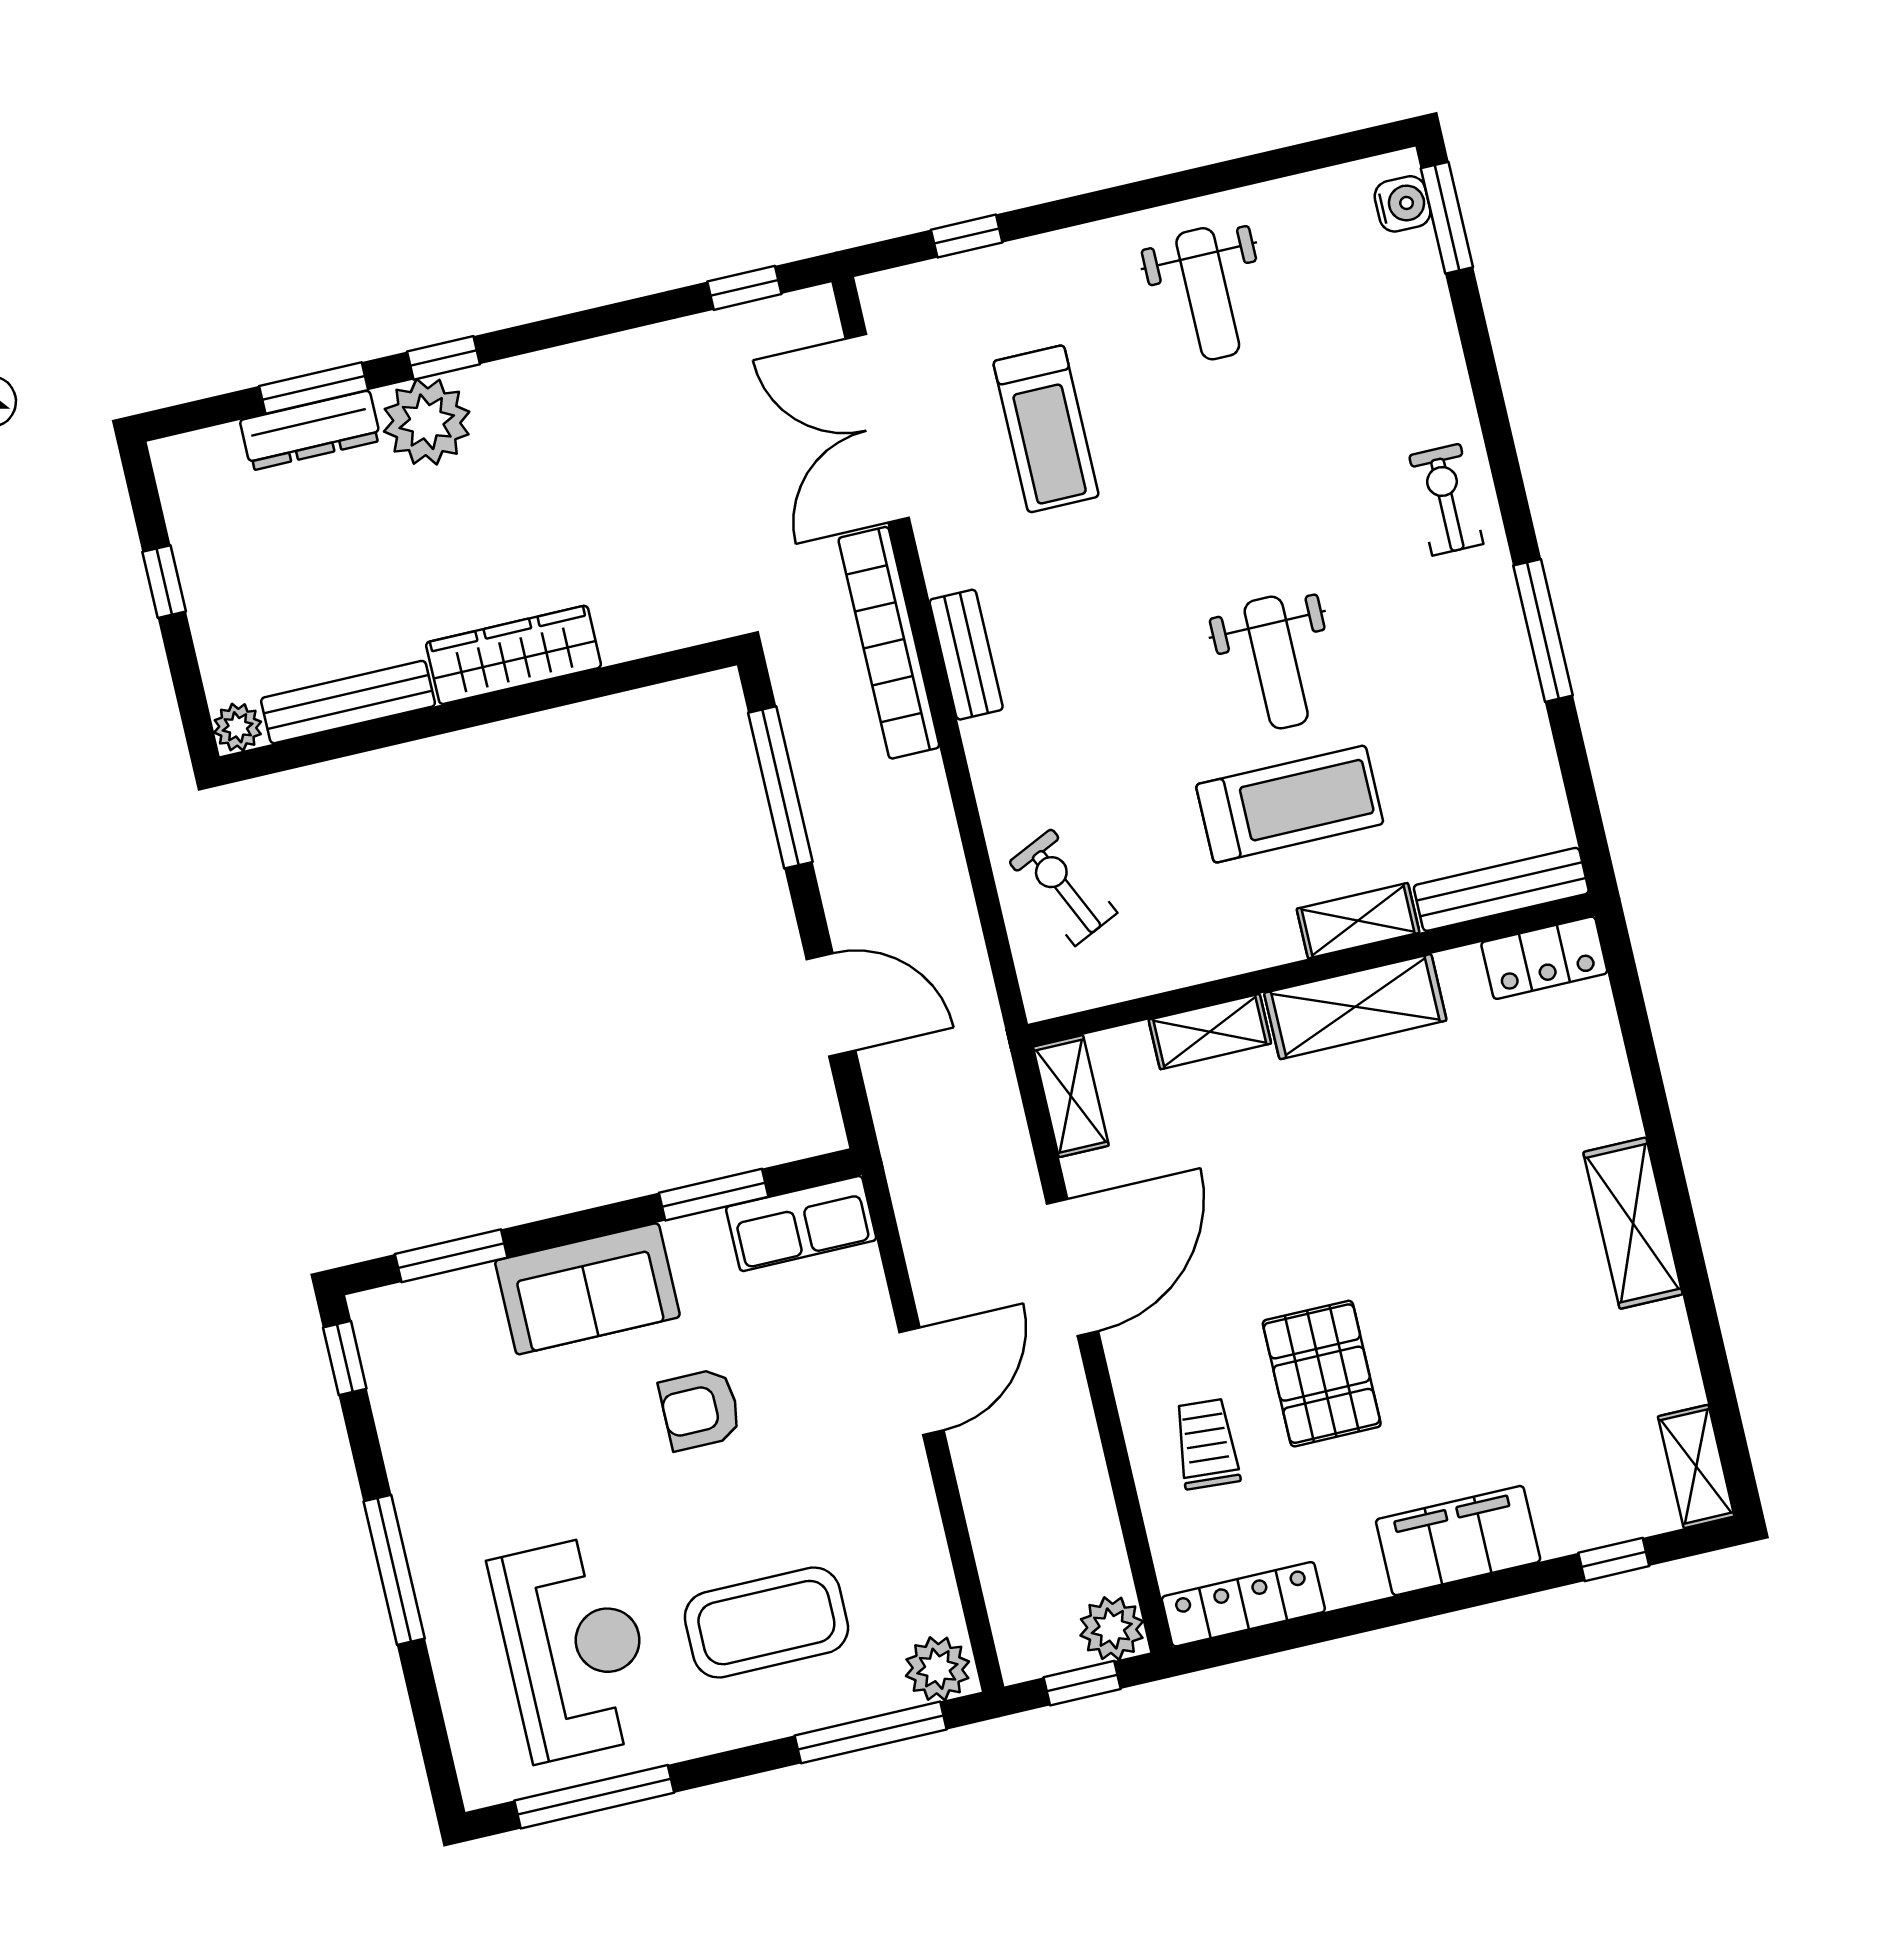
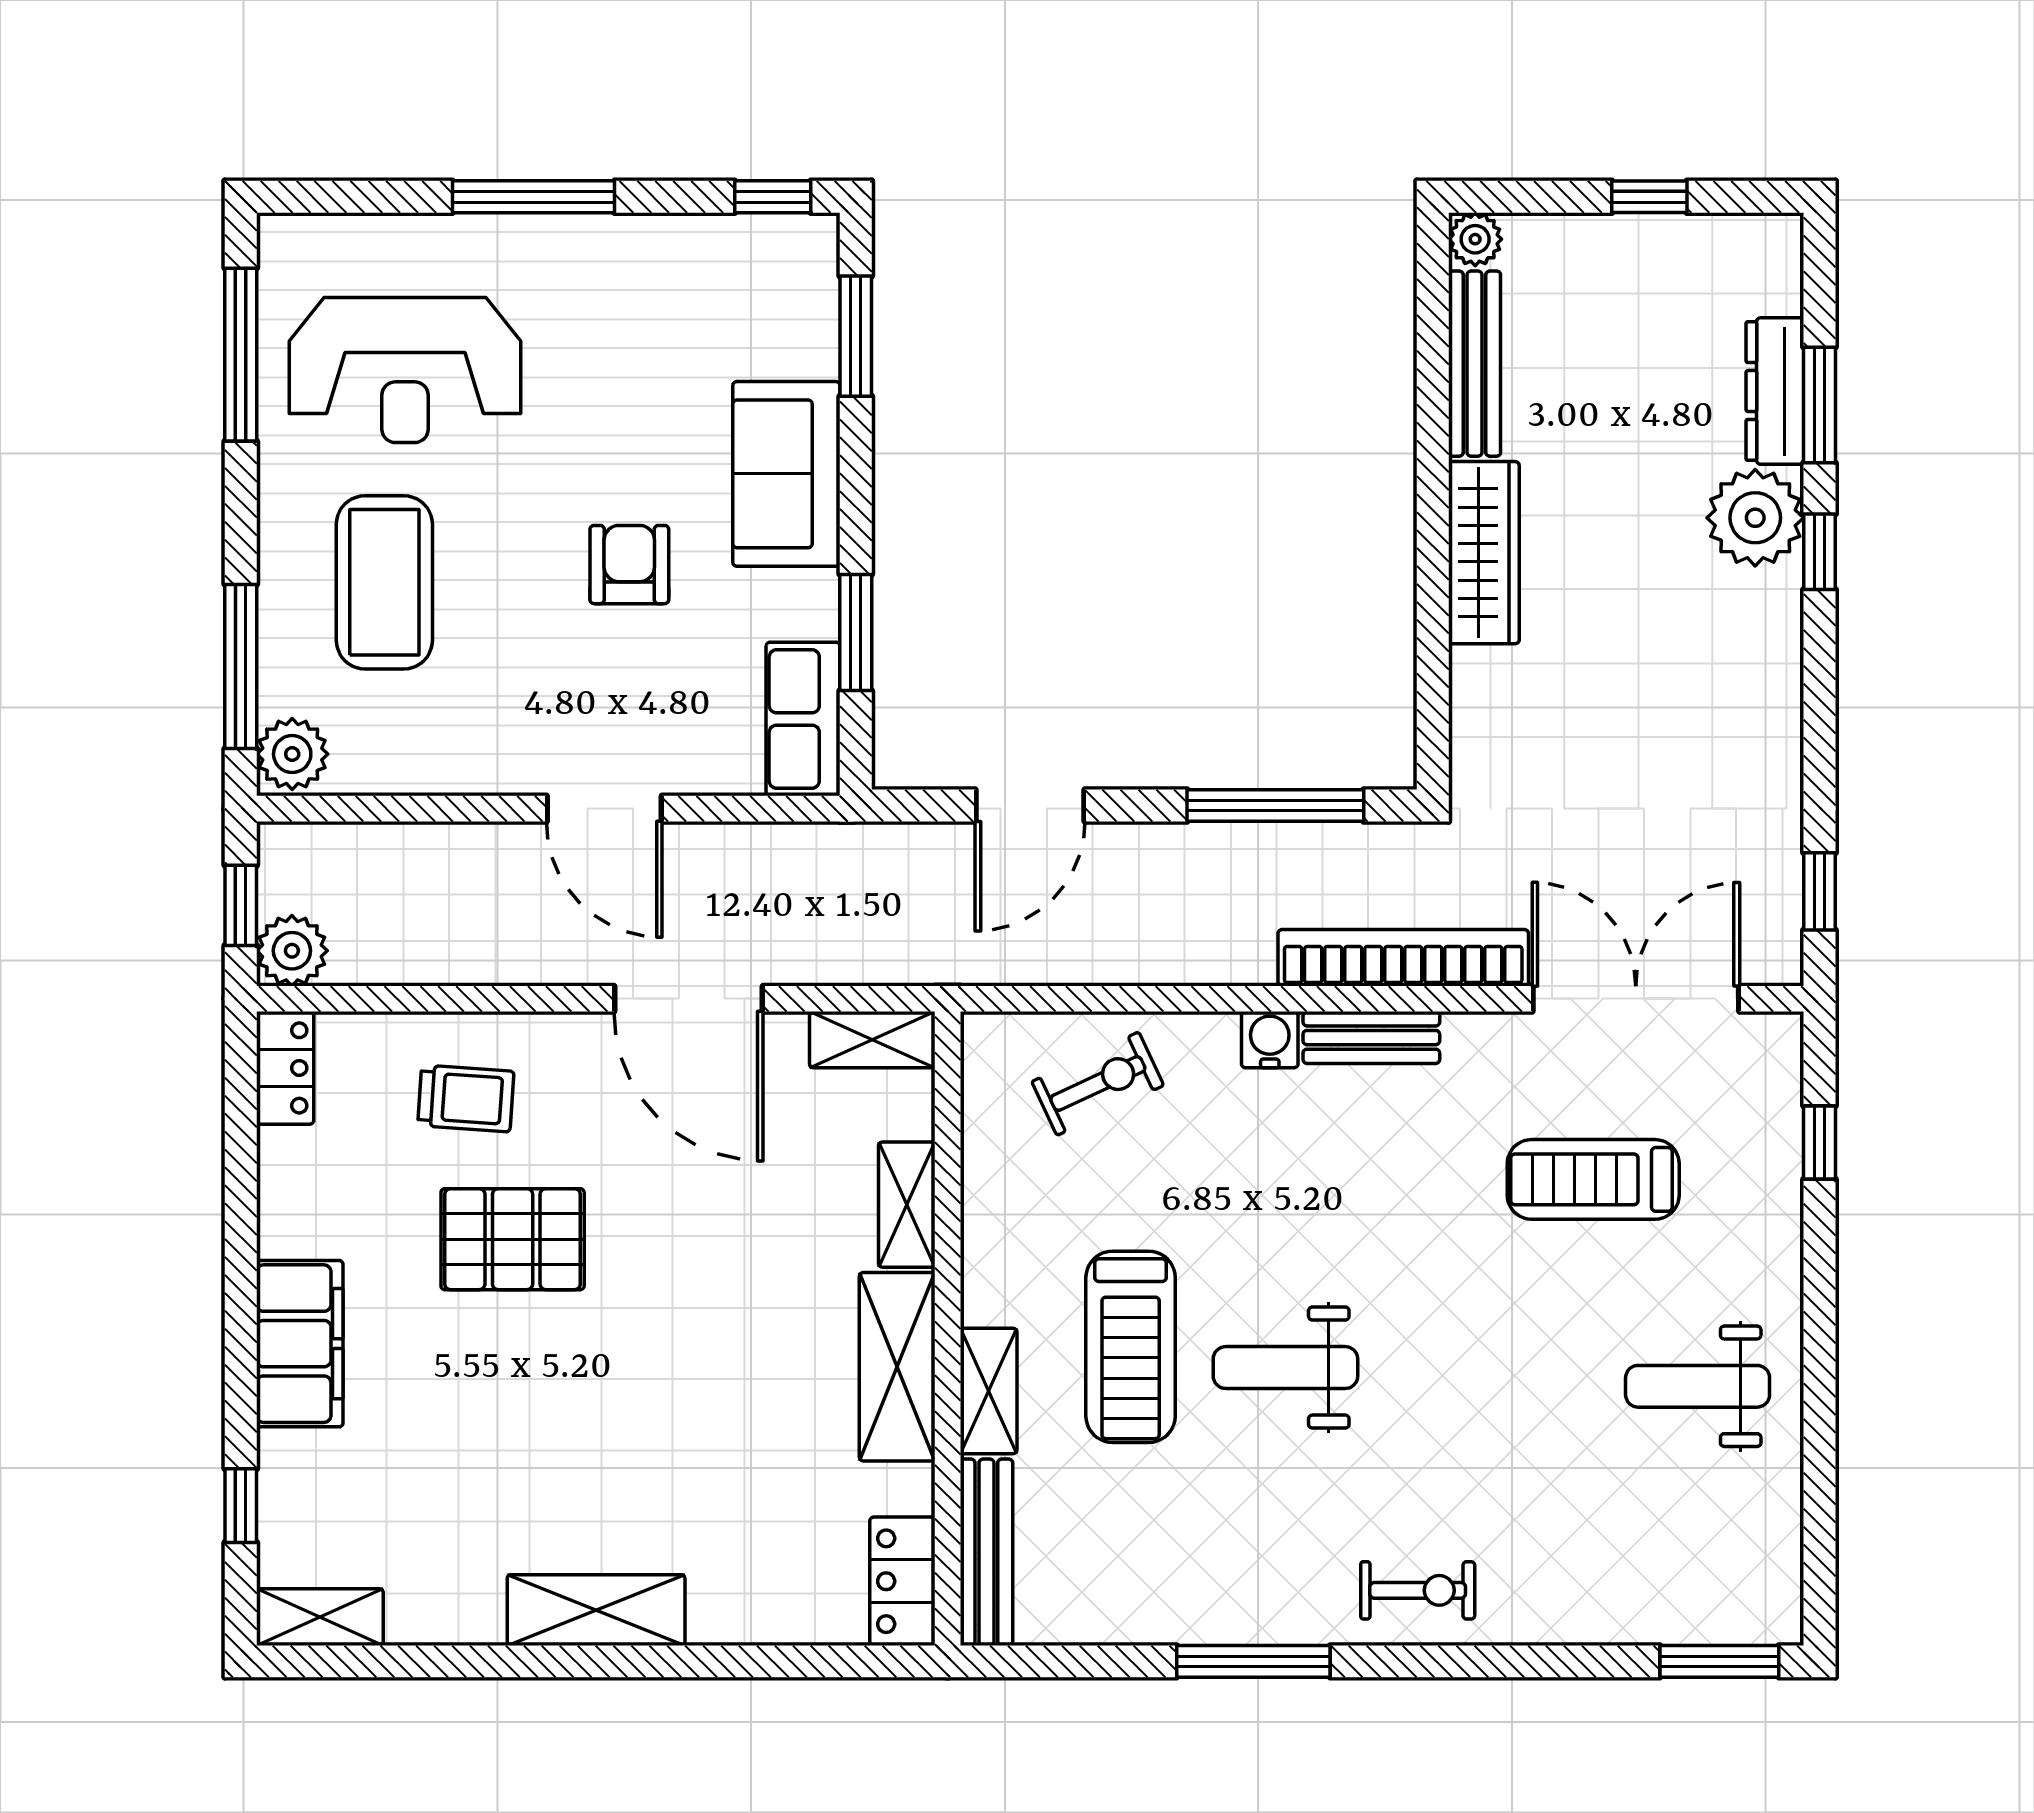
water cooler: (1403, 204) -> (1270, 1040), moved, turned 180
locker: (1243, 1604) -> (285, 1068), width x0.66

